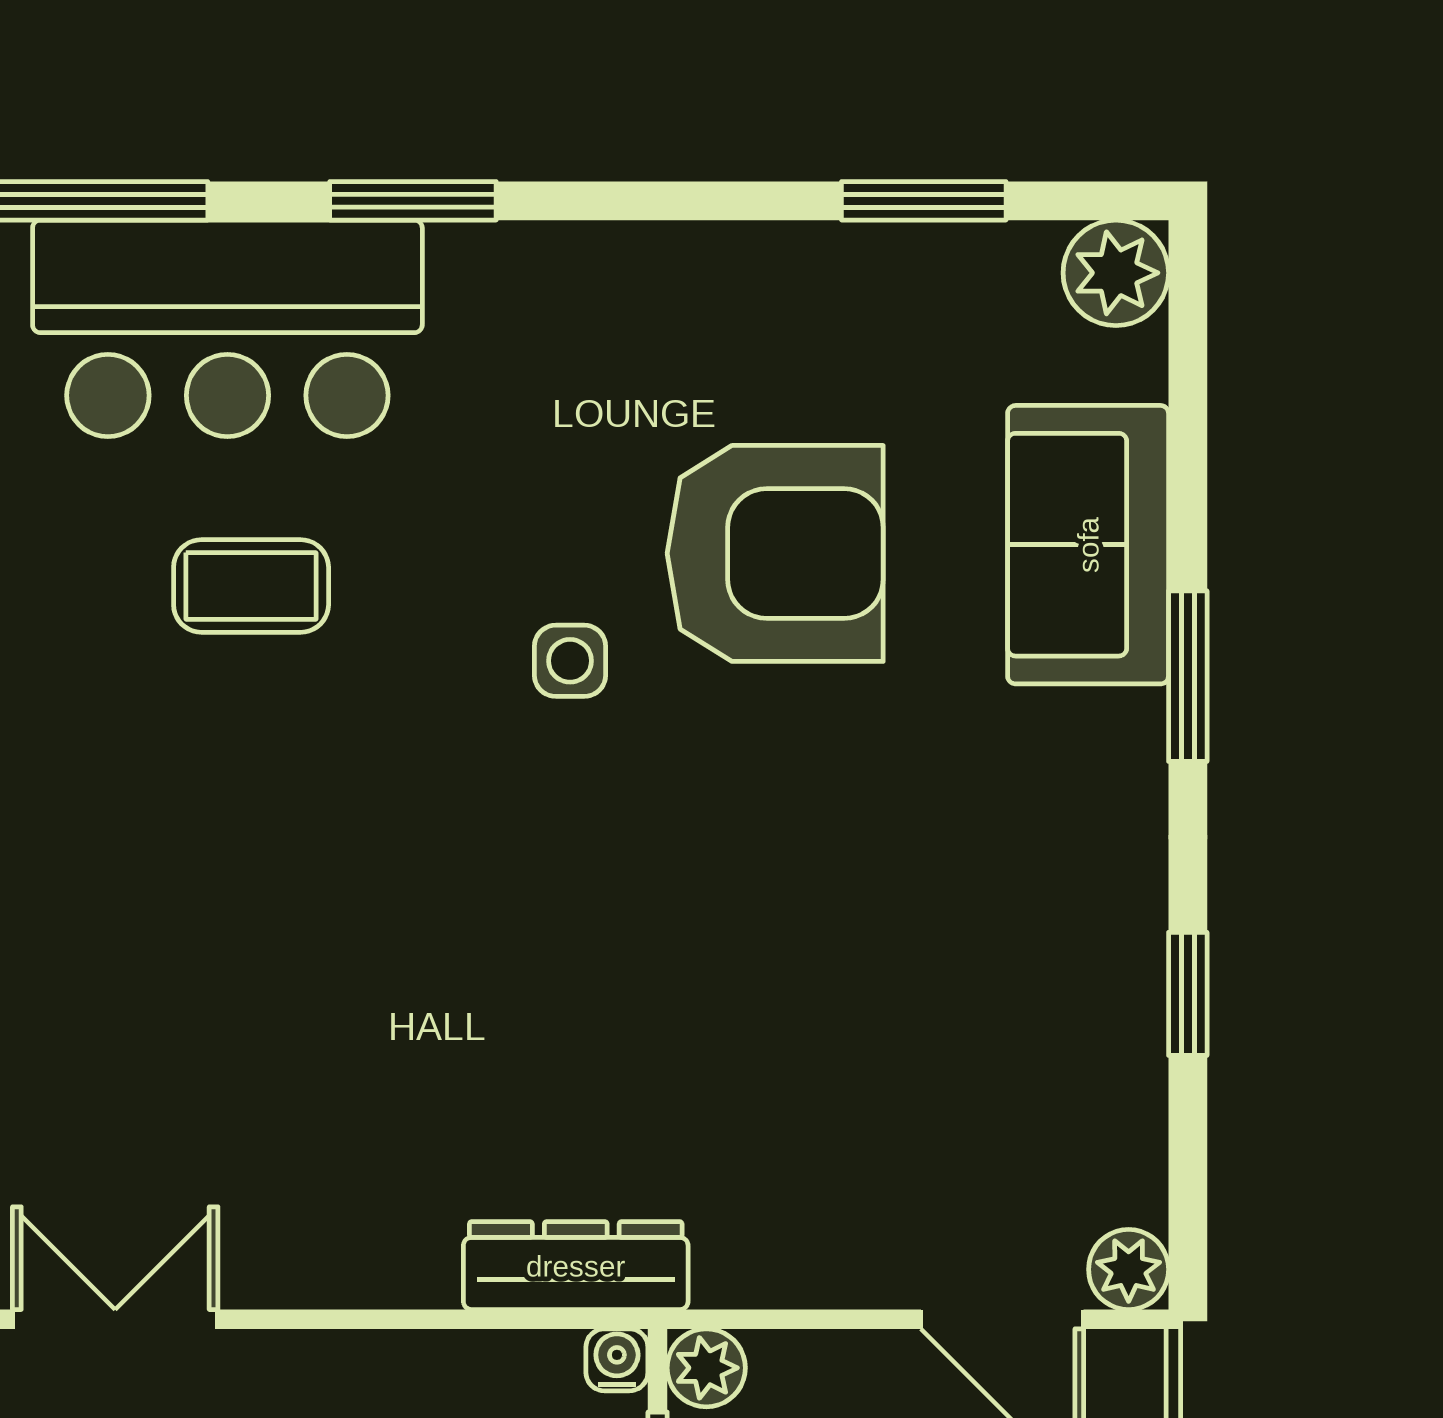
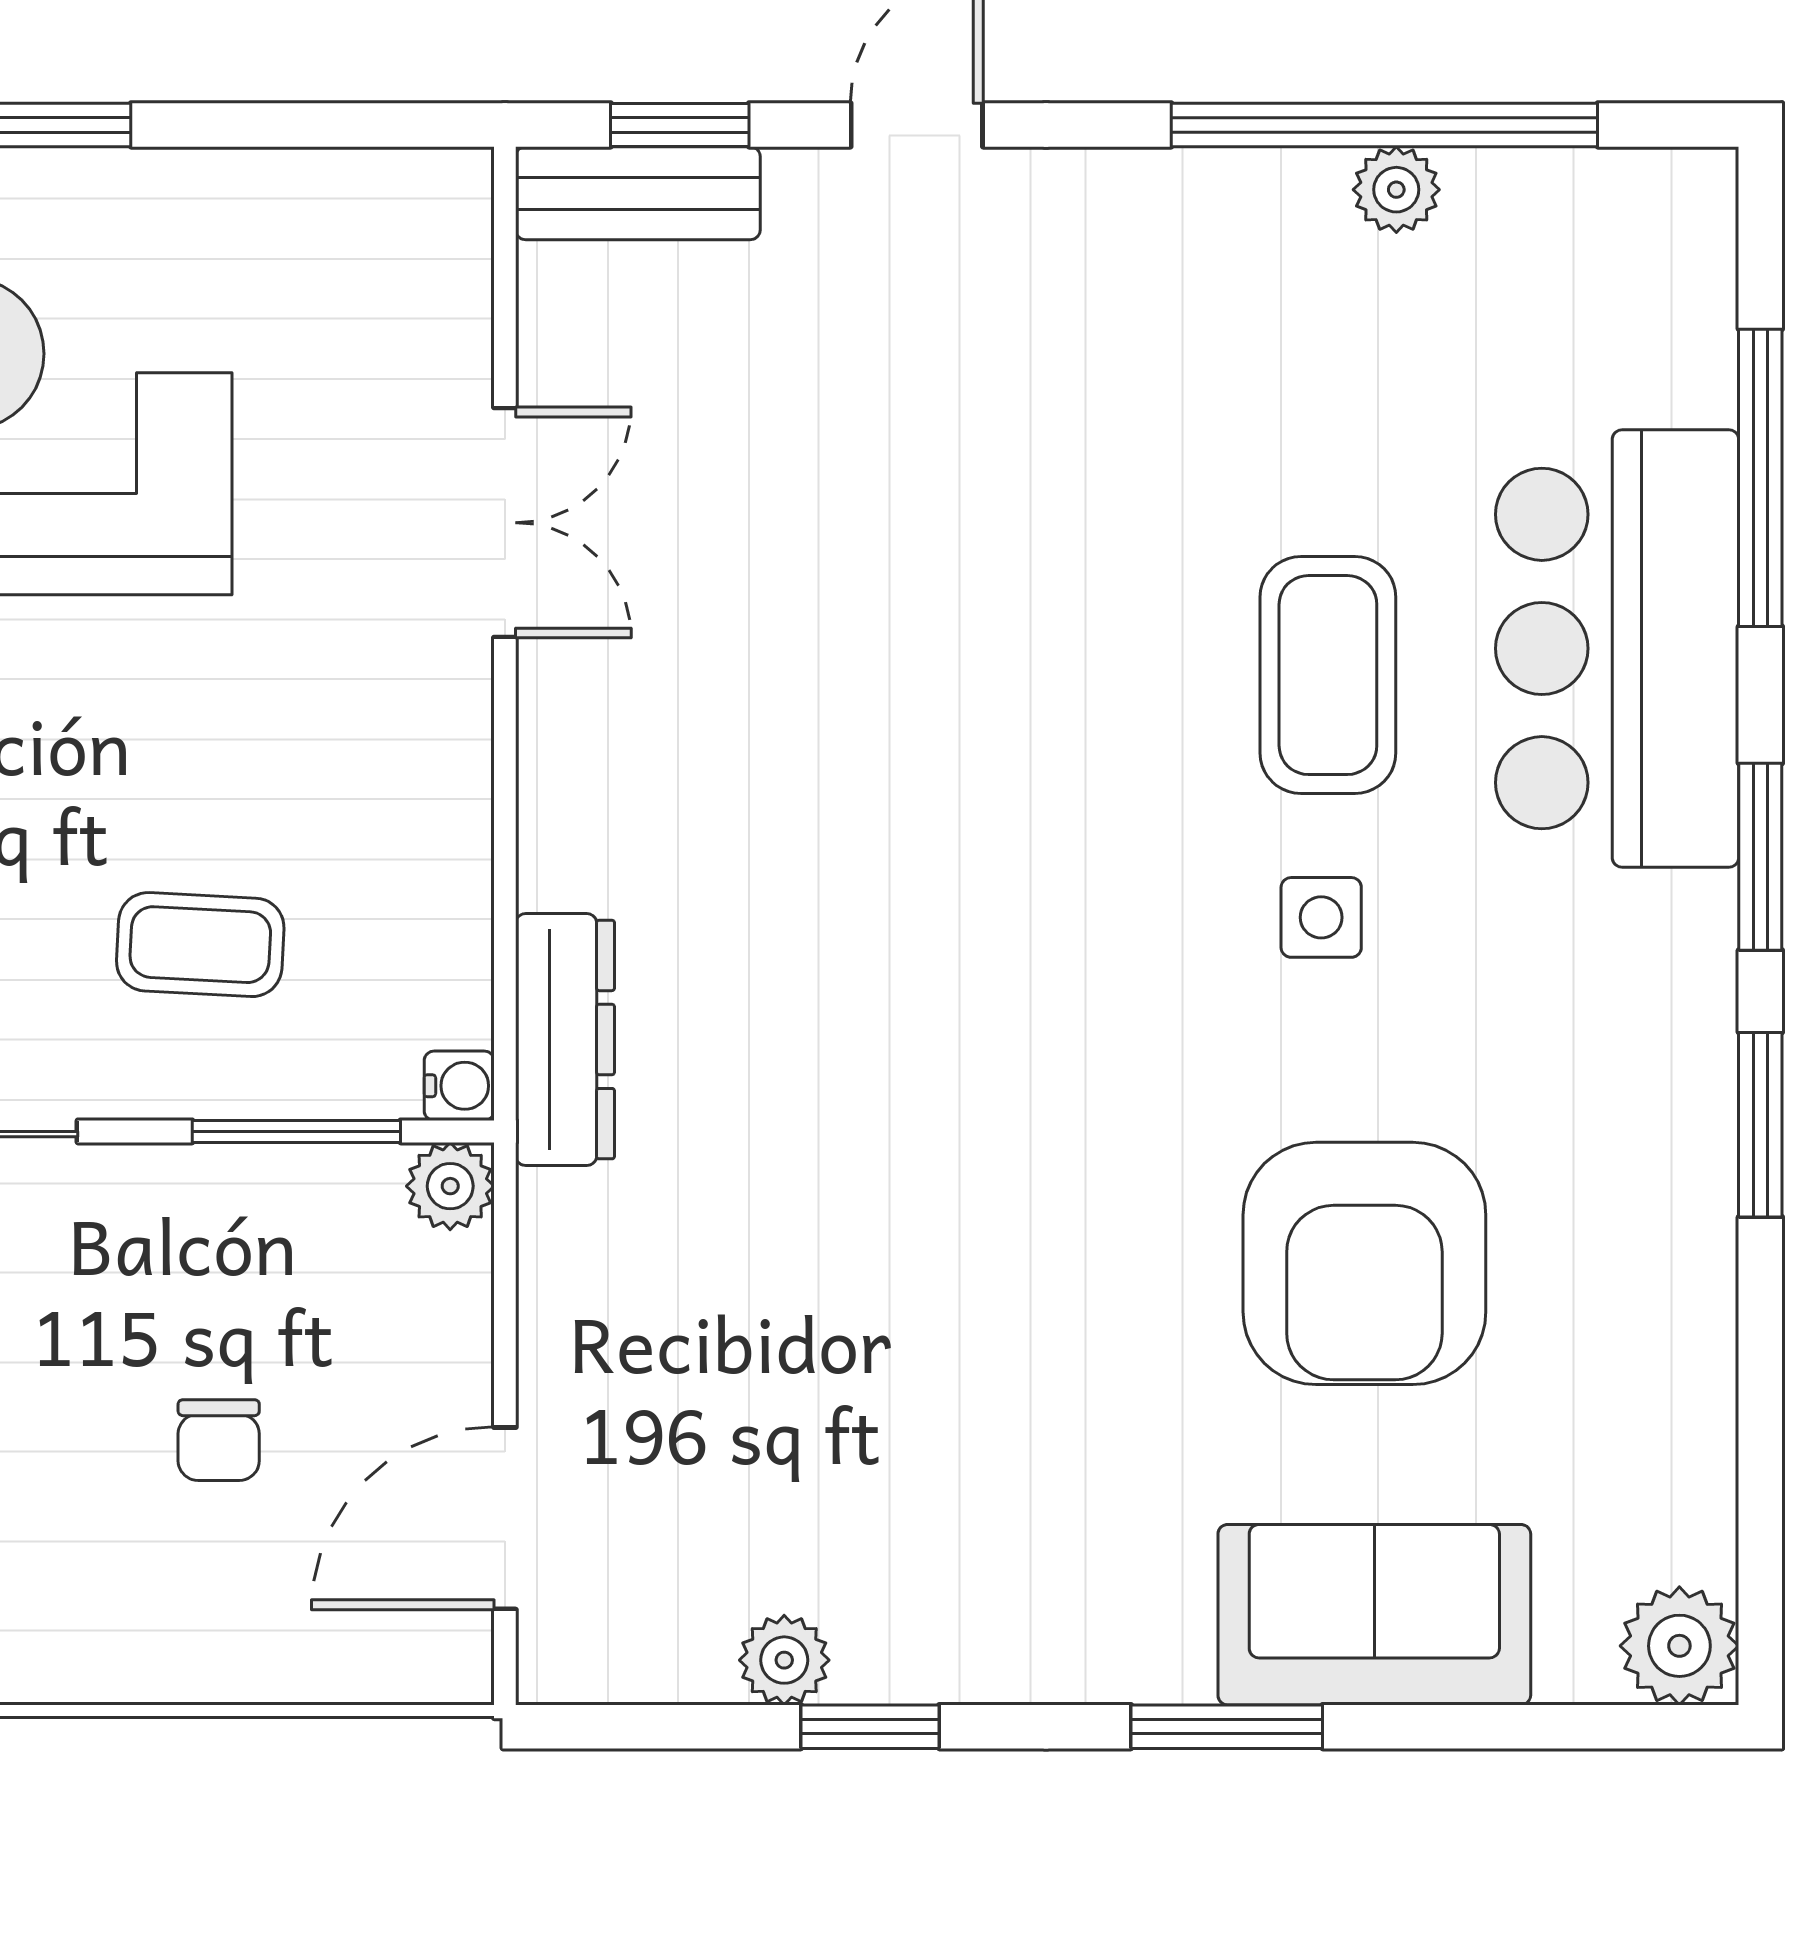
window: (924, 201) -> (1760, 1125), moved
coffee table: (251, 586) -> (1328, 675), width x1.36, depth x1.30
side table: (570, 661) -> (1321, 917), moved
plant: (1129, 1269) -> (784, 1660), moved

